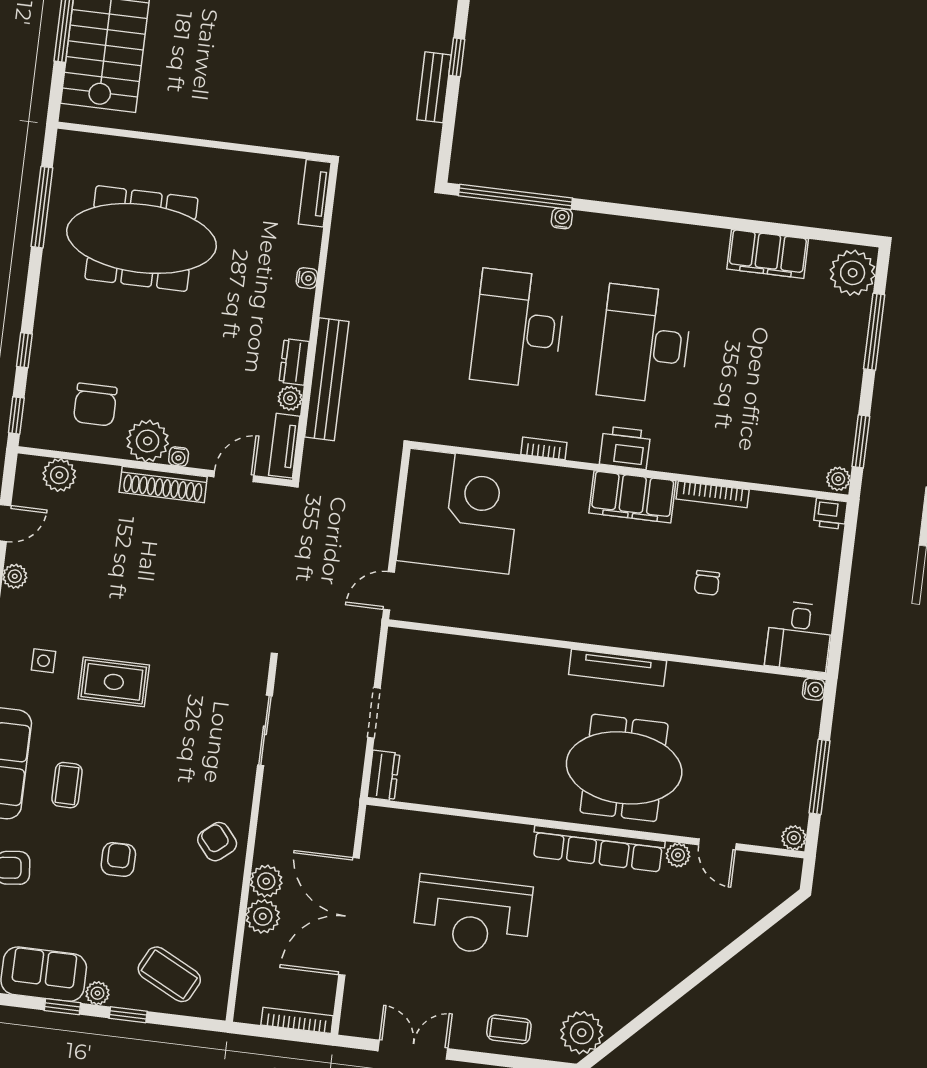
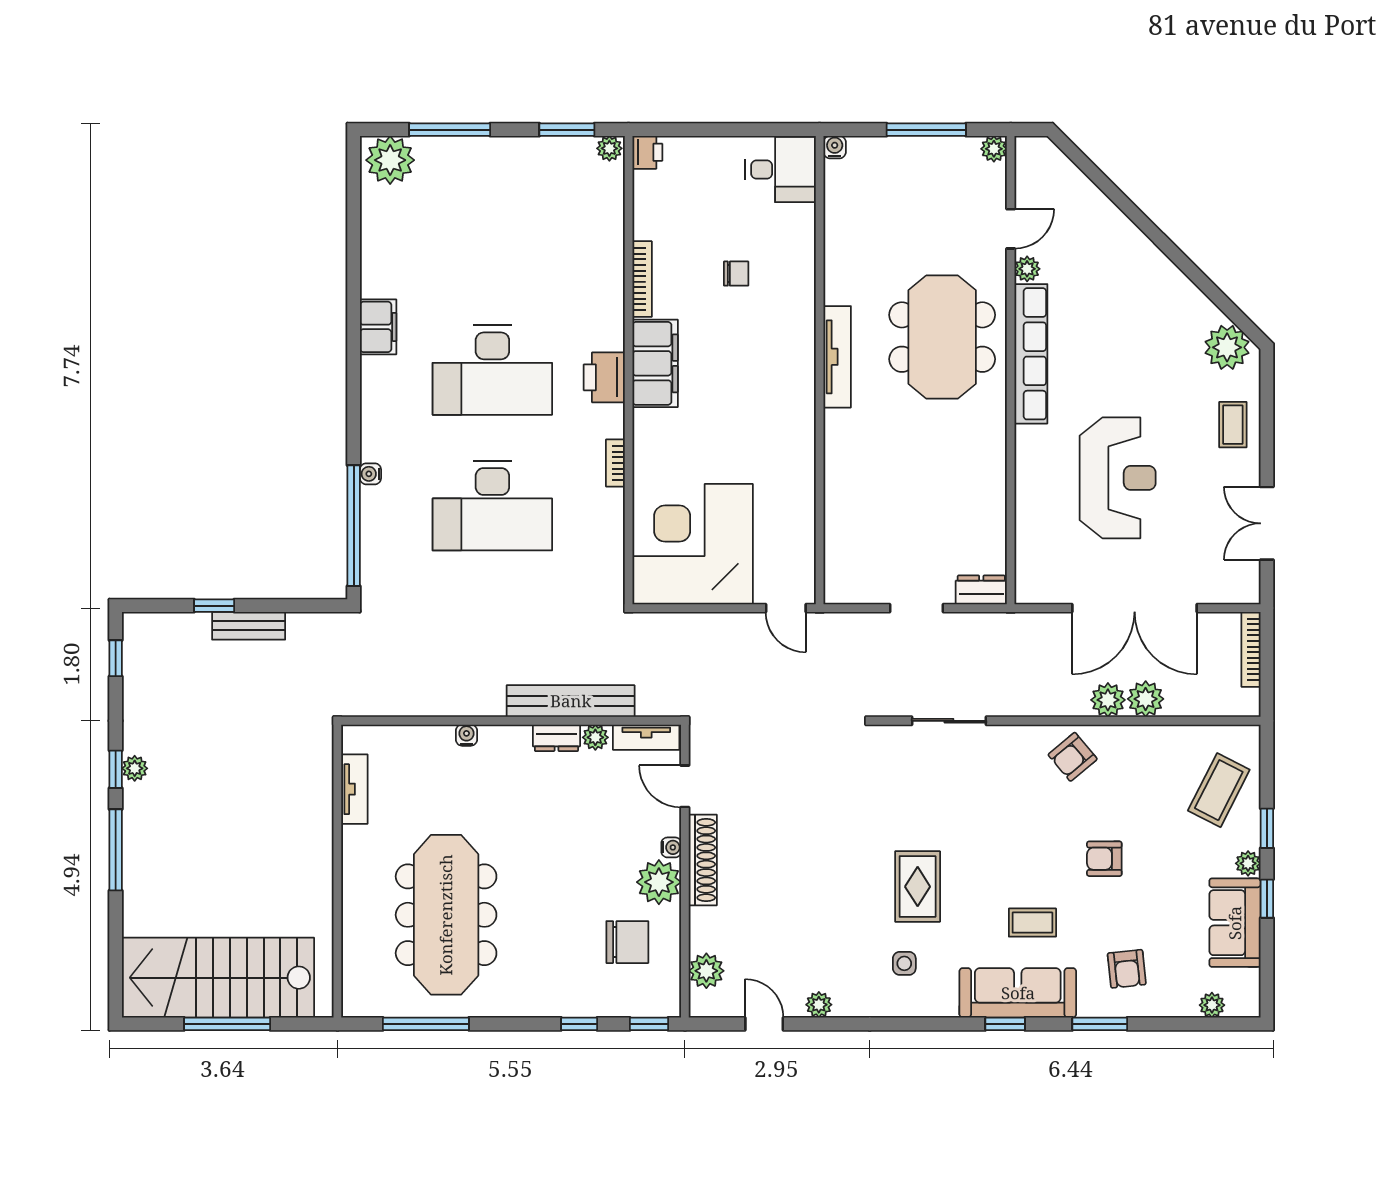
tv unit: (315, 193) -> (354, 789), moved, turned -90
filing cabinet: (768, 254) -> (378, 327), moved, width x0.67, depth x0.86

